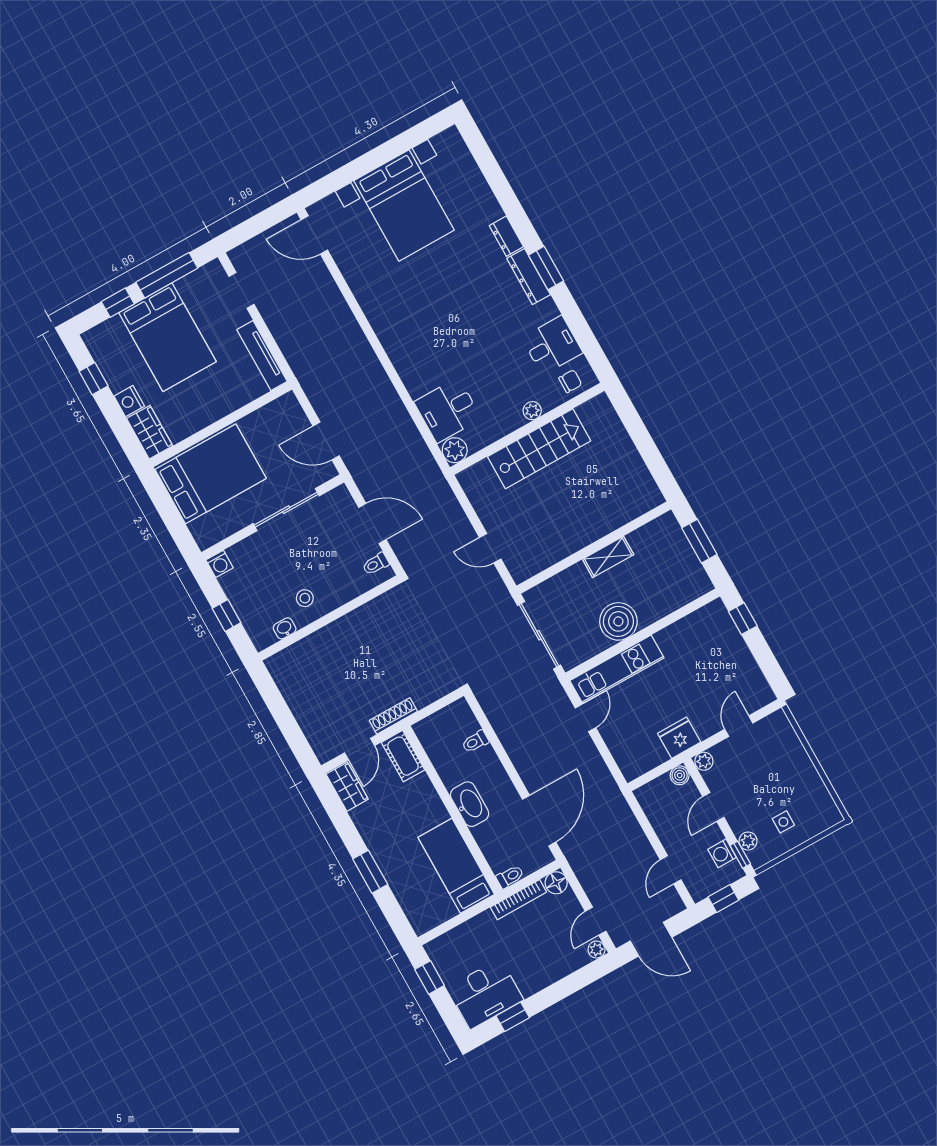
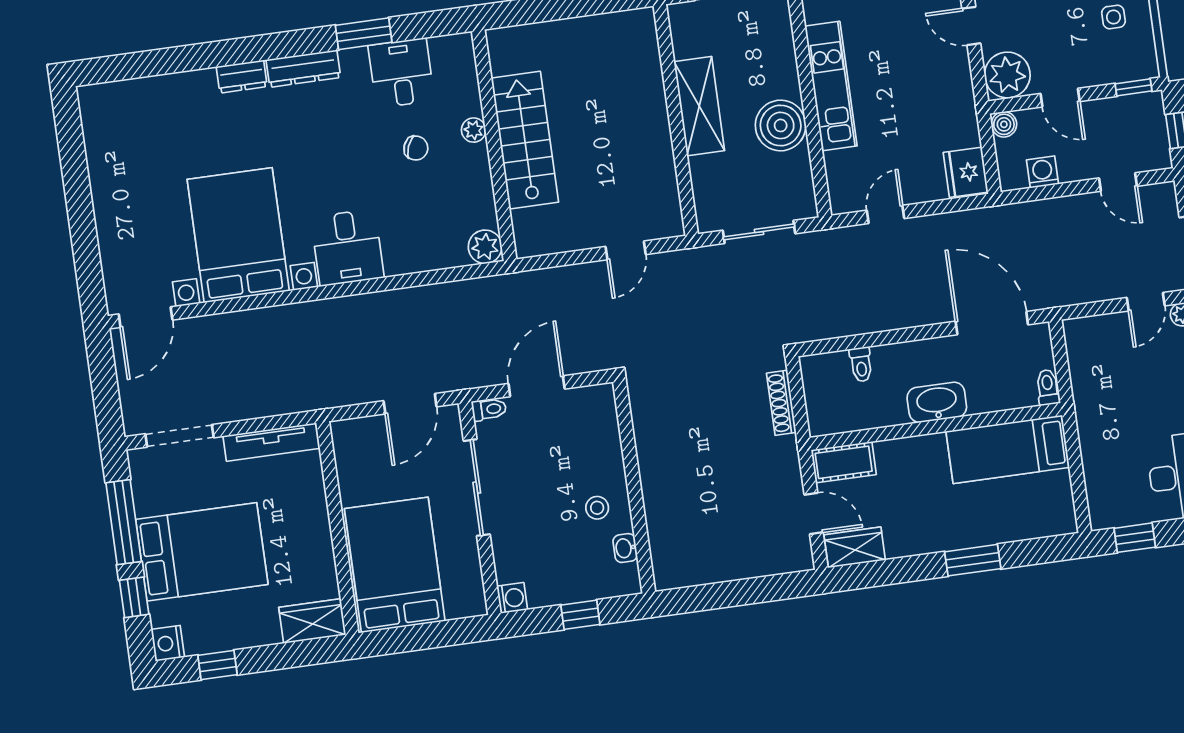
bed with nightstands: (404, 205) -> (238, 235), moved, turned -90
window: (546, 268) -> (364, 34), moved
doorway: (242, 290) -> (179, 436), width x1.38
chair: (570, 381) -> (416, 148), moved, turned 111
nightstand: (129, 401) -> (168, 643), moved, turned 90
desk: (448, 410) -> (347, 247), moved
shelving: (608, 557) -> (699, 106), width x1.50, depth x1.33
toilet: (376, 564) -> (489, 409), moved, turned -90
sliding door: (539, 635) -> (759, 232), width x0.73
kitchen unit: (617, 669) -> (831, 86), moved
shoe rack: (393, 716) -> (781, 403), moved
door: (585, 718) -> (885, 214), hinge flipped
fridge: (679, 738) -> (966, 172), moved
plant: (704, 761) -> (1007, 75), width x1.87, depth x1.87
plant: (748, 841) -> (1120, 71), removed
washing machine: (722, 853) -> (1043, 172), moved, turned 180
floor lamp: (556, 883) -> (1078, 332), removed
bookcase: (518, 900) -> (1081, 388), removed
door: (596, 921) -> (1146, 302), hinge flipped

